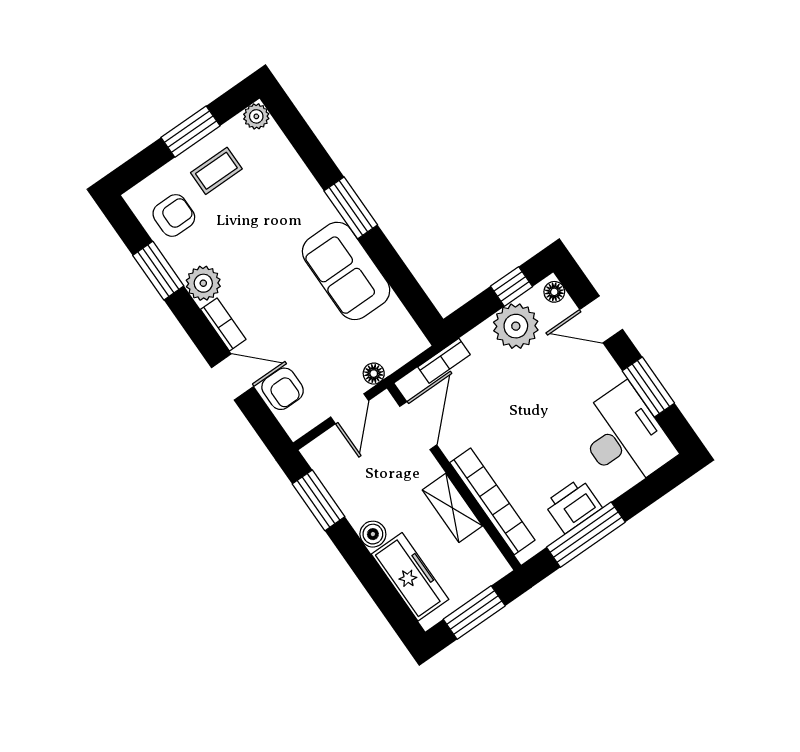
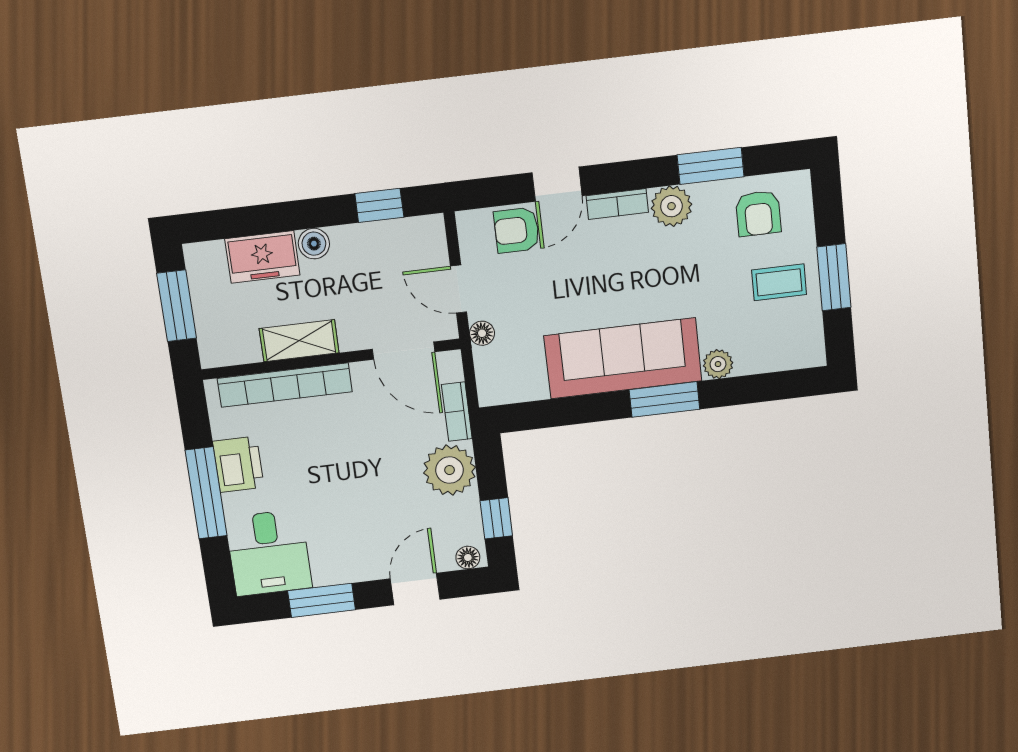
plant: (256, 116) -> (718, 364), moved
coffee table: (216, 171) -> (779, 282), turned 90
sofa: (346, 271) -> (623, 358), width x1.36
plant: (516, 326) -> (450, 470), moved
desk: (624, 437) -> (269, 553), width x0.73
window: (319, 500) -> (379, 205), width x0.67
window: (586, 535) -> (206, 493), moved
freezer: (410, 577) -> (262, 257), width x0.71

